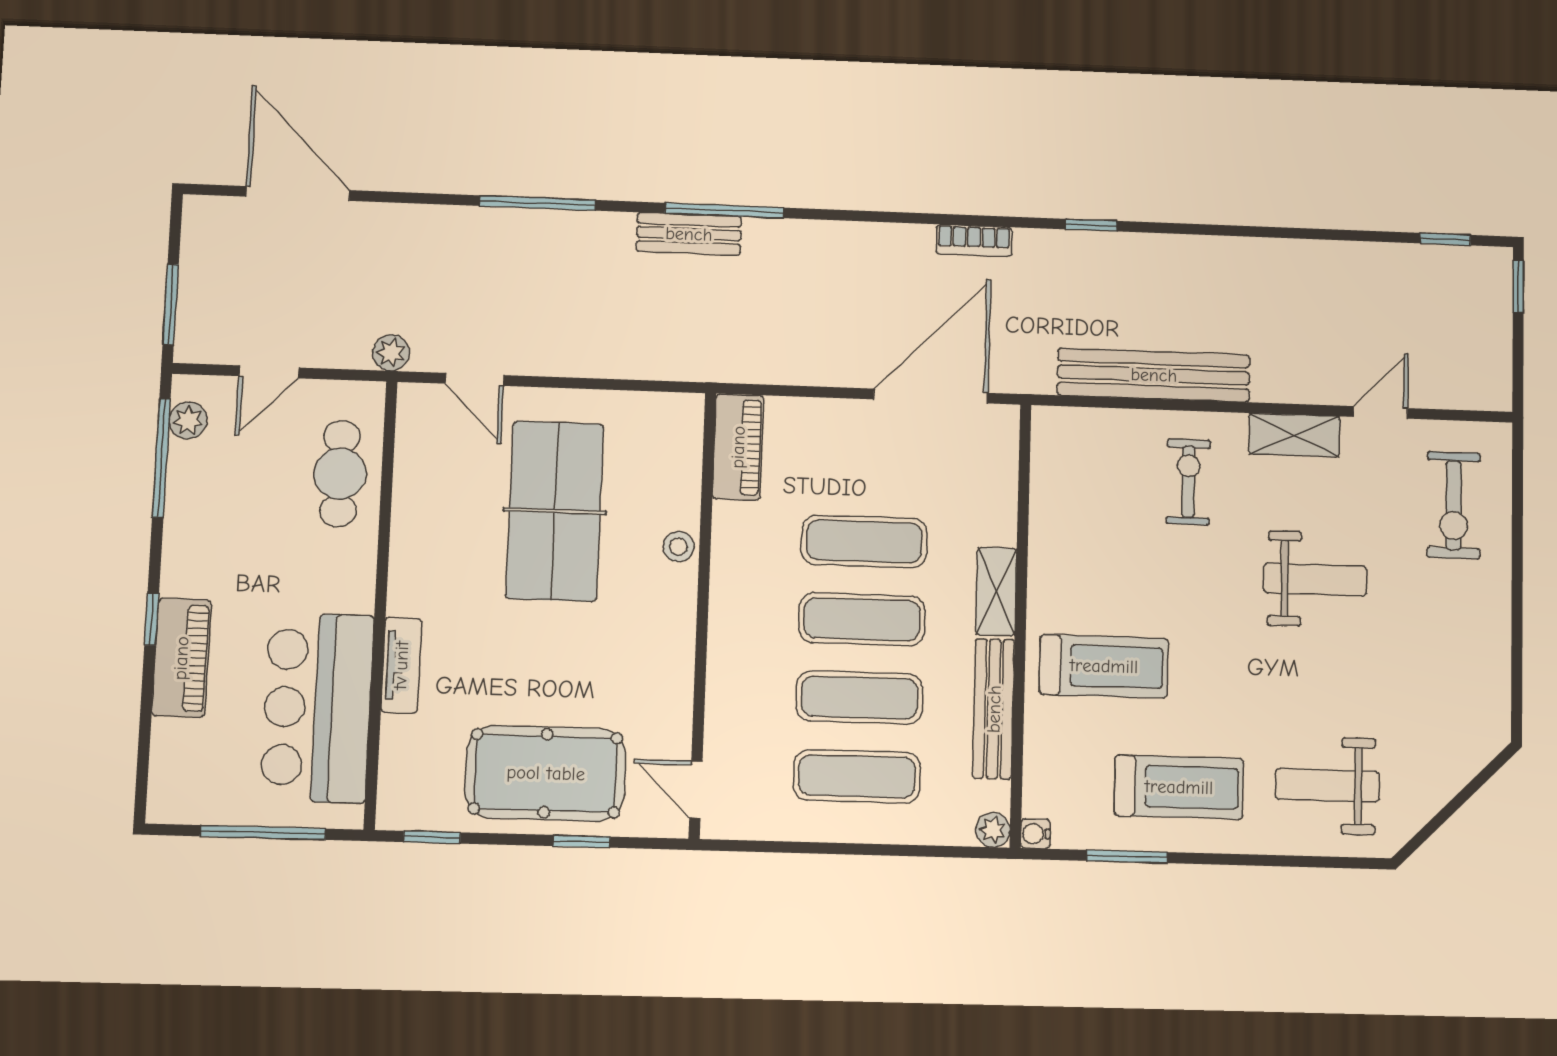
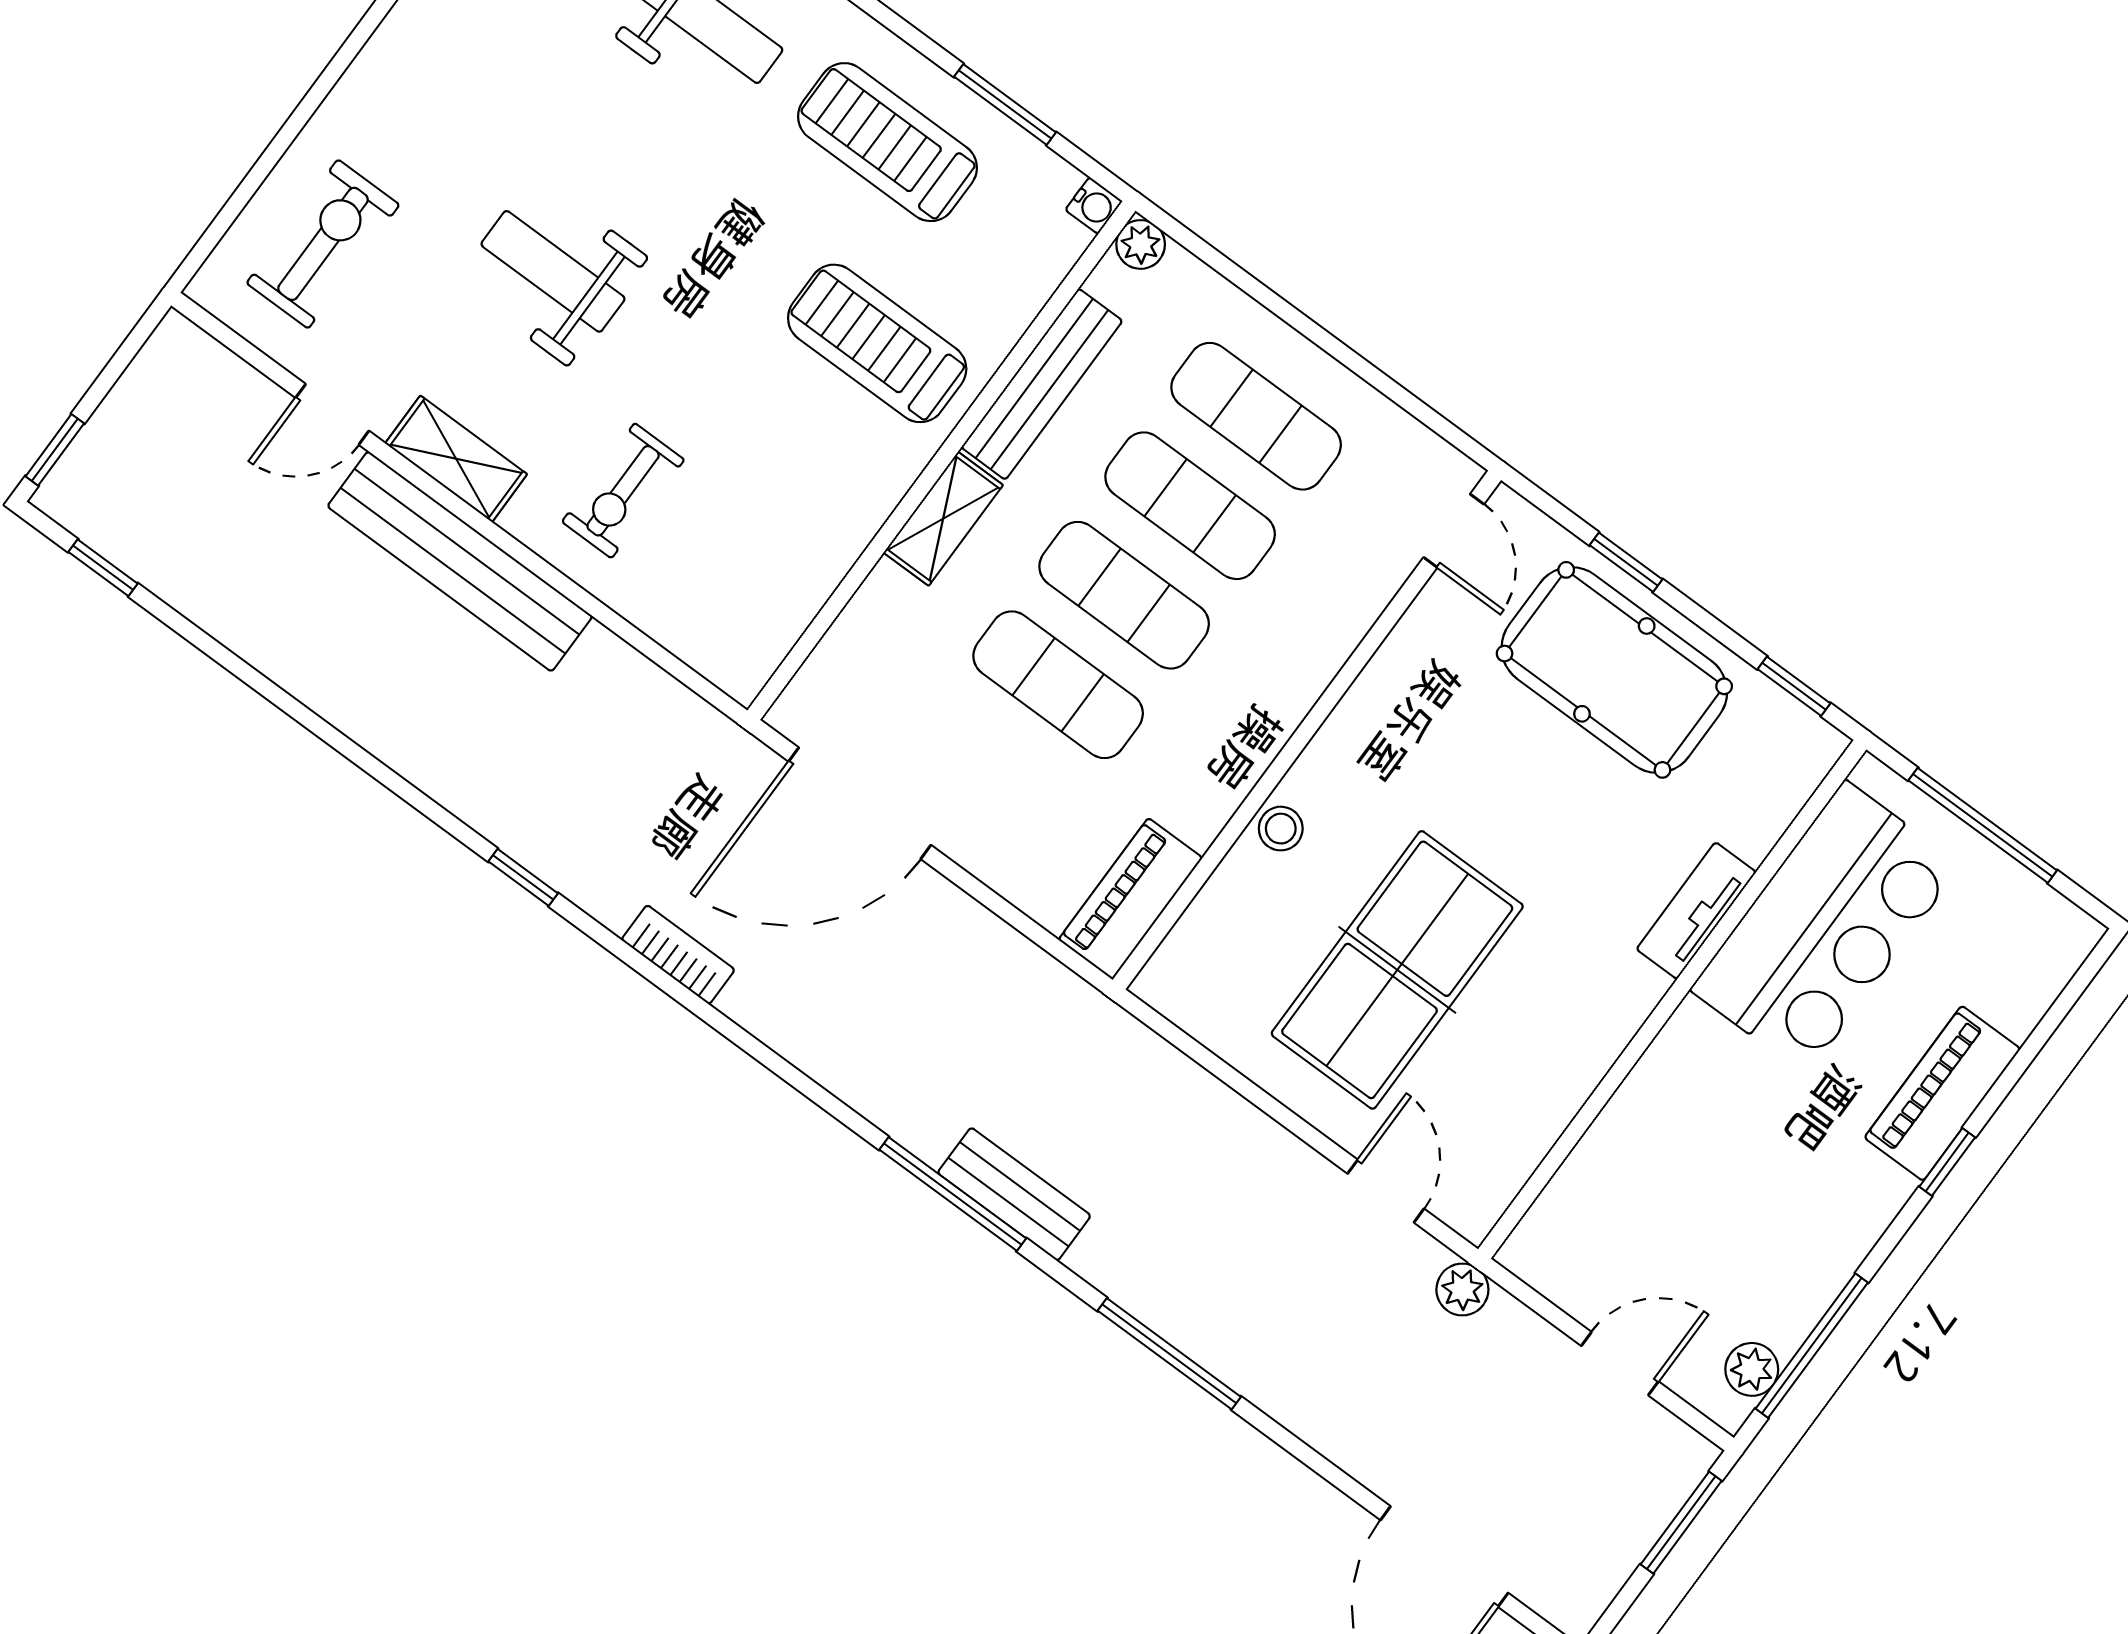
bench: (1154, 375) -> (460, 561), moved
cafe table: (340, 474) -> (1618, 1186), removed

